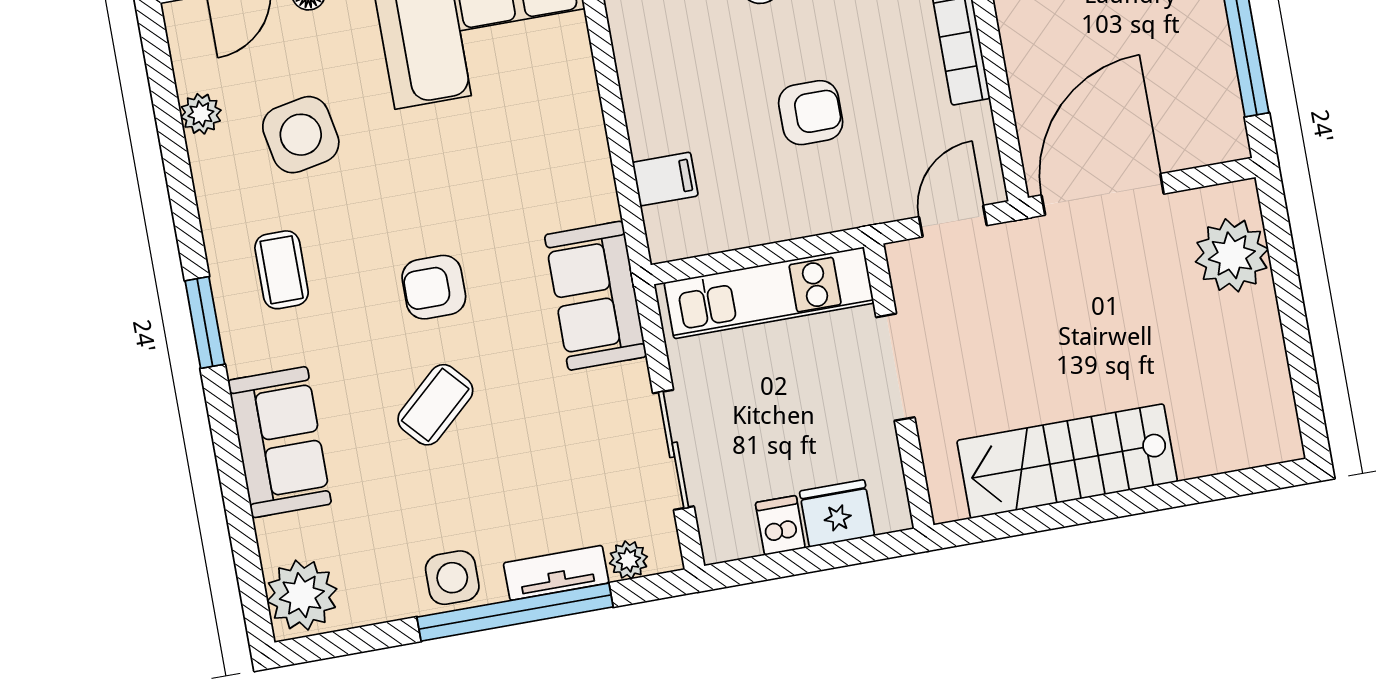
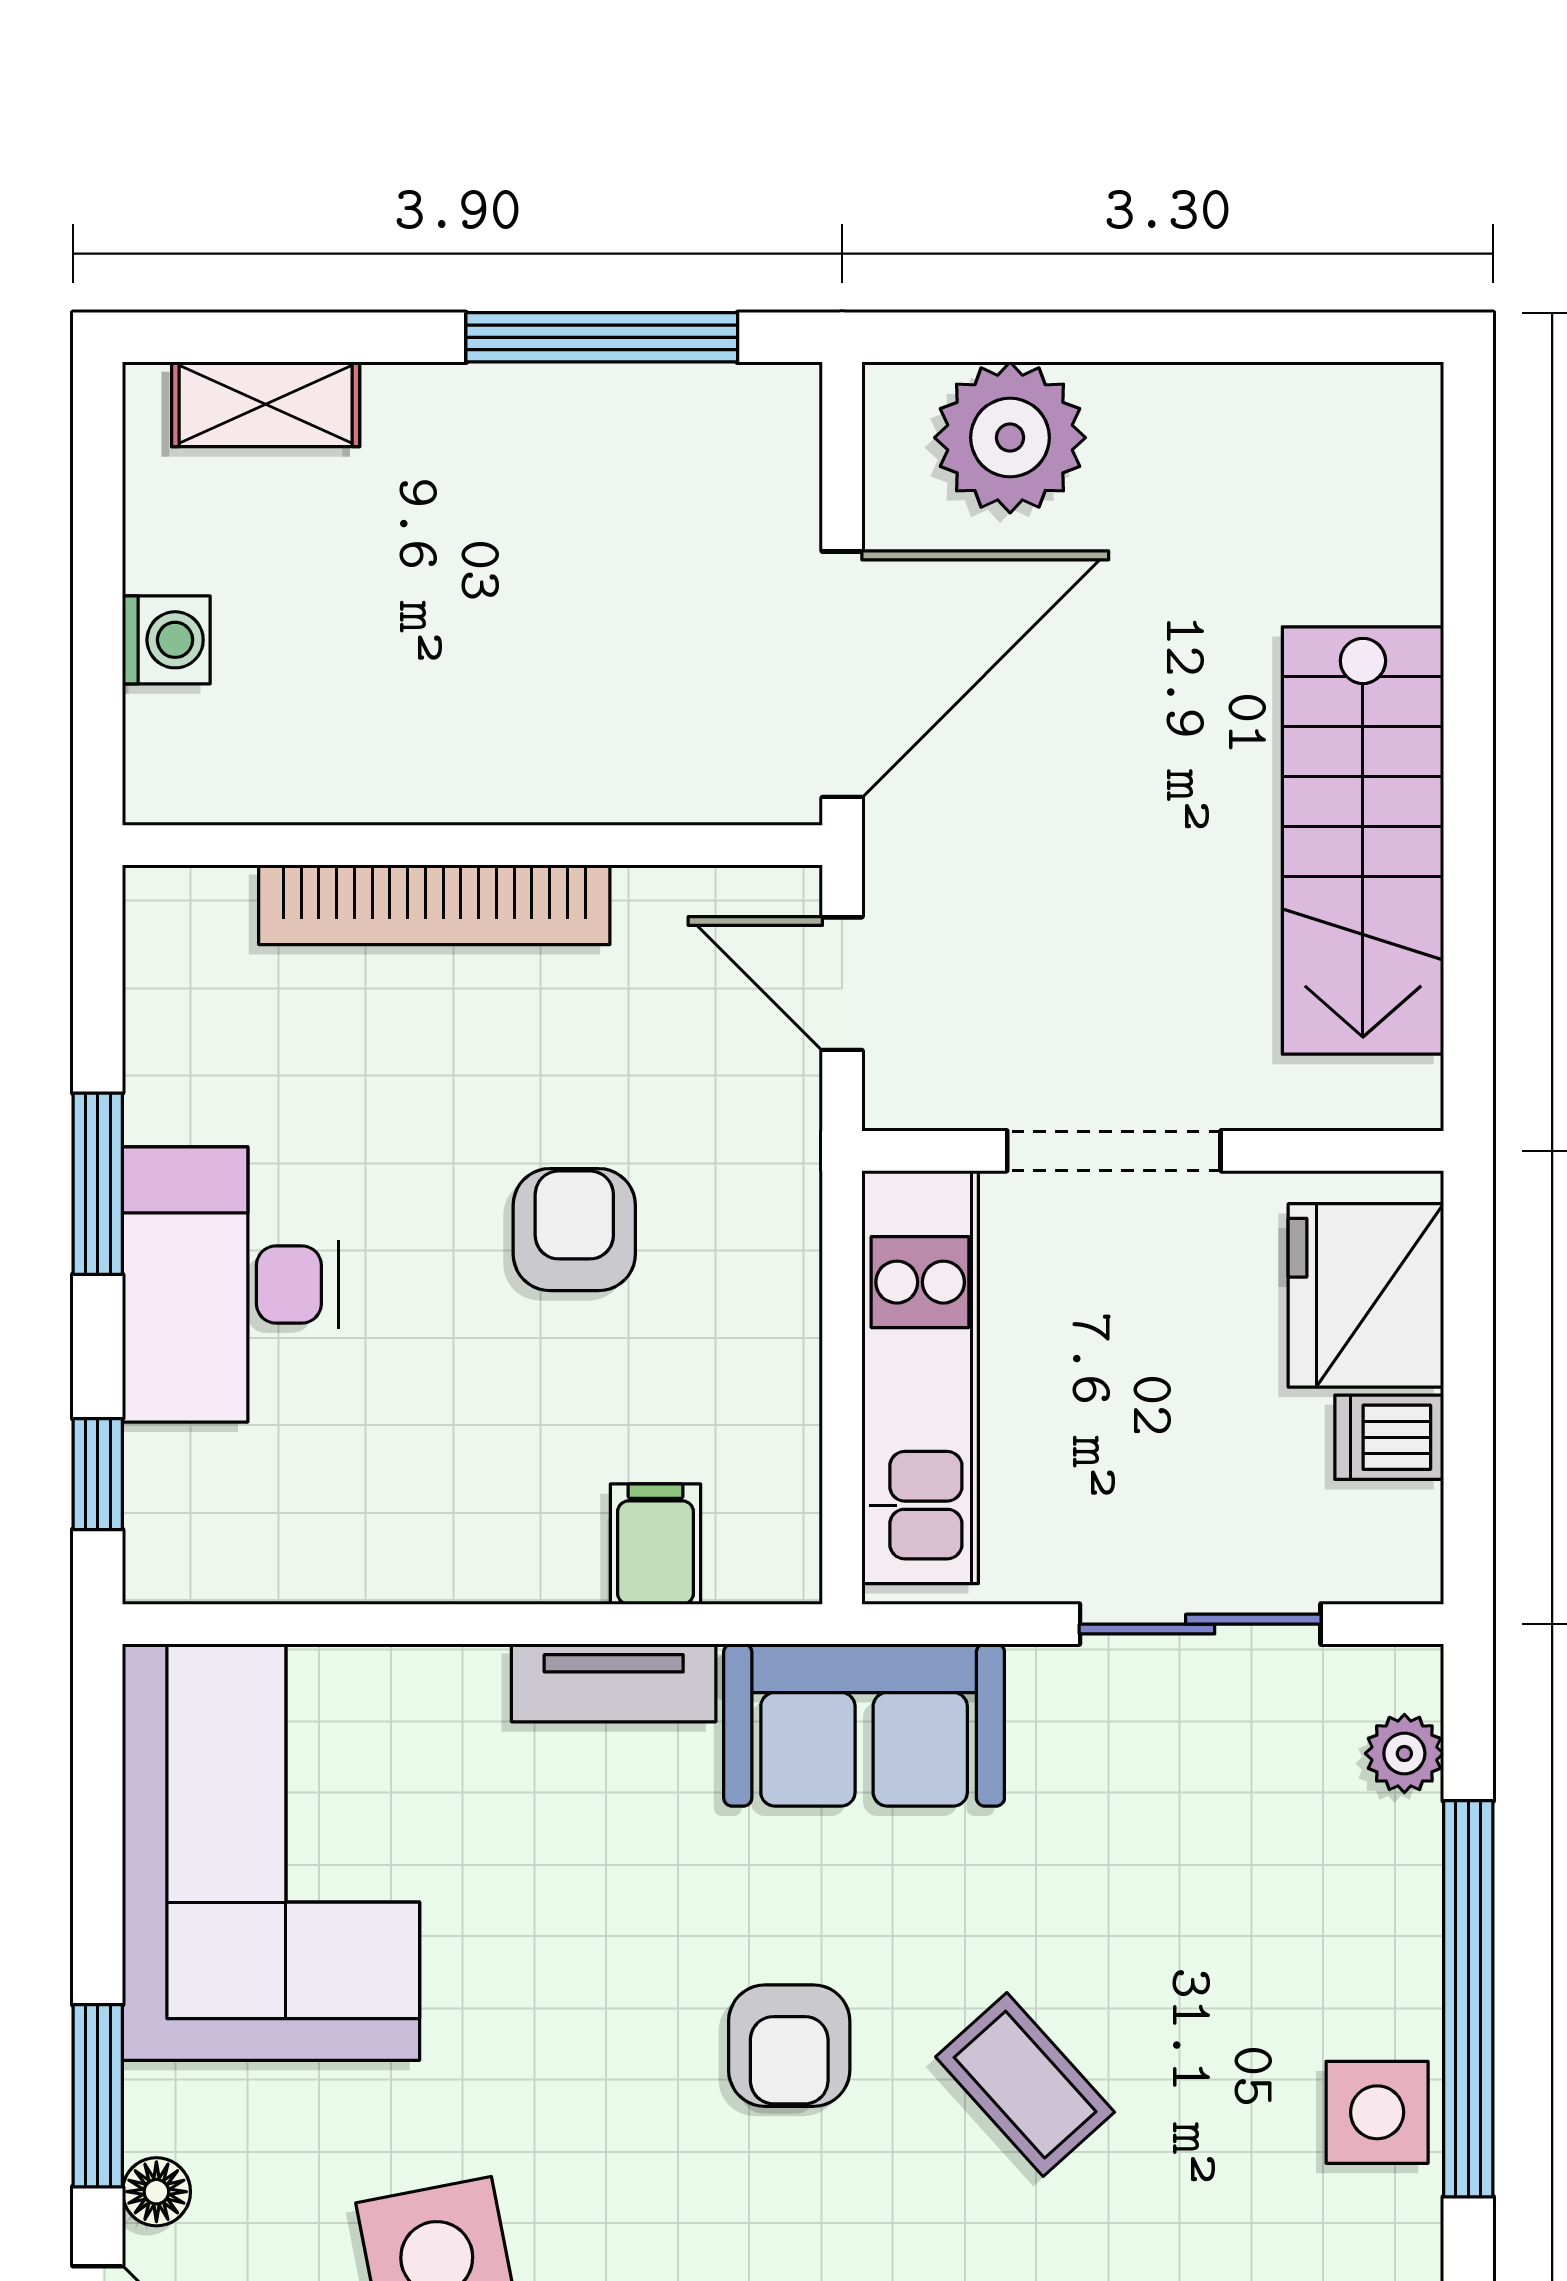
door: (1103, 194) -> (842, 674), swing flipped
fridge: (837, 513) -> (1366, 1295), width x1.36, depth x1.34
tv unit: (556, 573) -> (614, 1683), moved, turned -90

